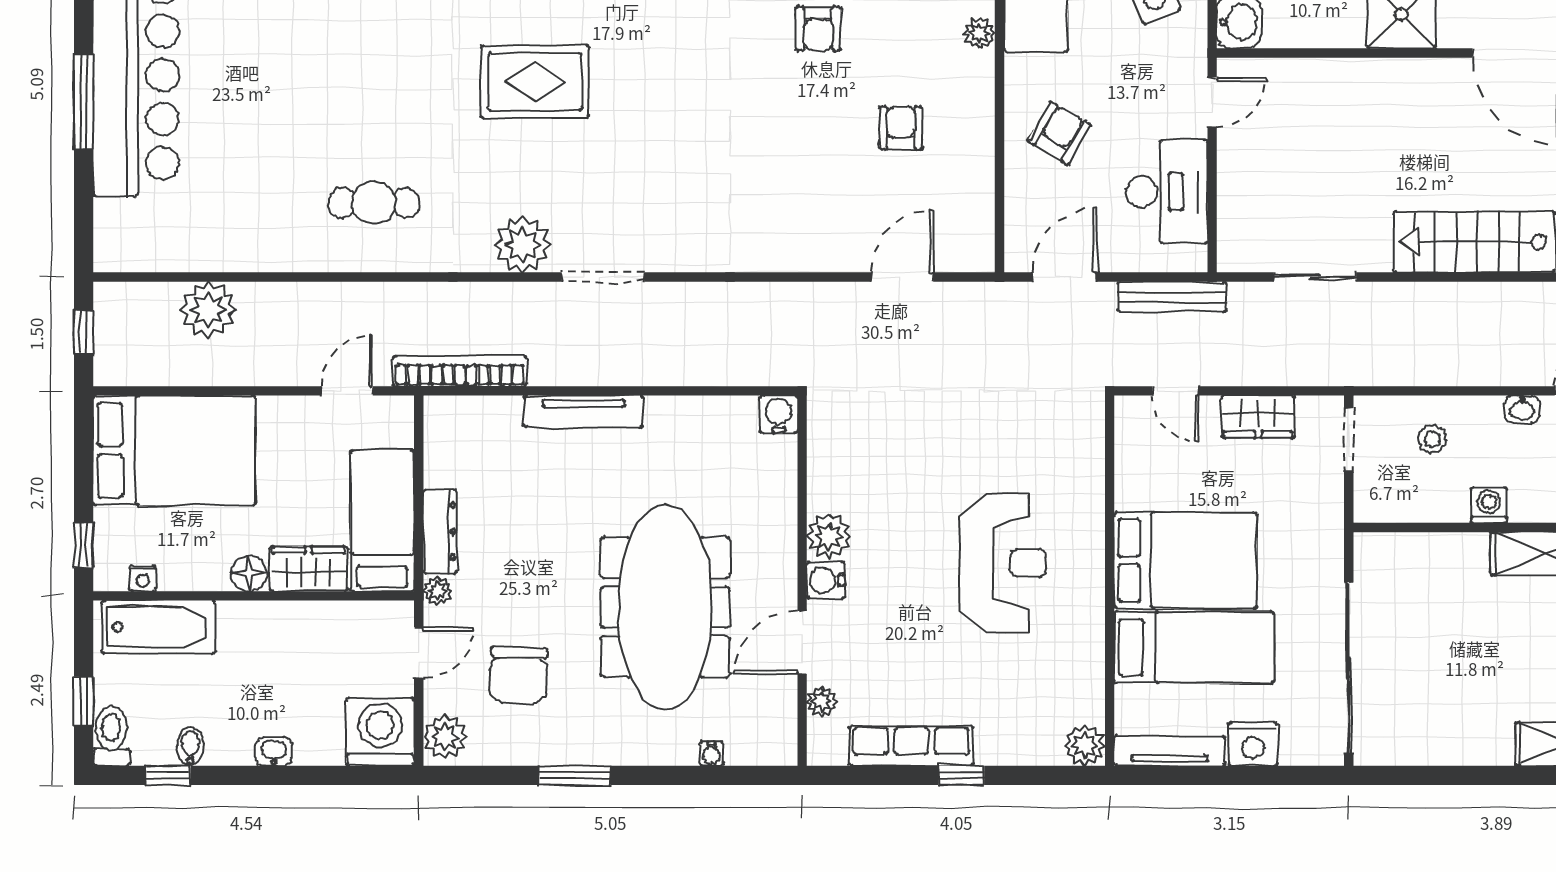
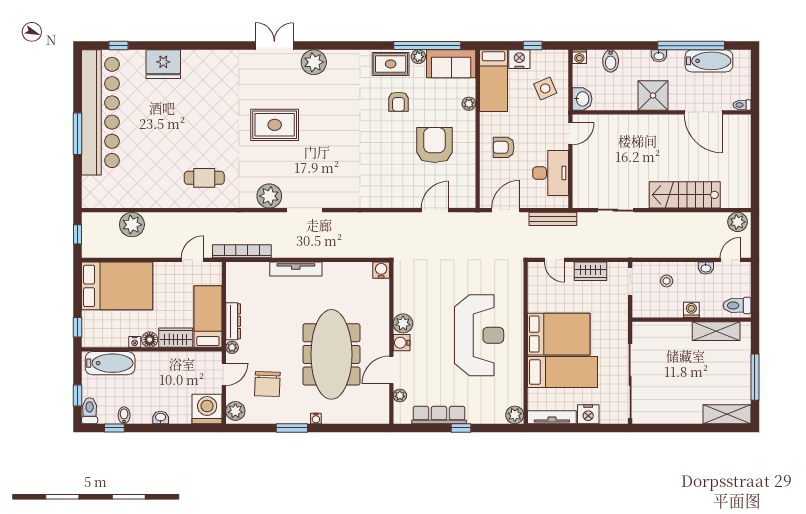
armchair: (901, 128) -> (434, 145), width x1.88, depth x1.88
armchair: (1059, 133) -> (504, 147), turned -120
reception desk: (1003, 563) -> (479, 335), width x1.36, depth x1.30
nightstand: (143, 579) -> (135, 342), moved
water cooler: (711, 754) -> (316, 418), moved

